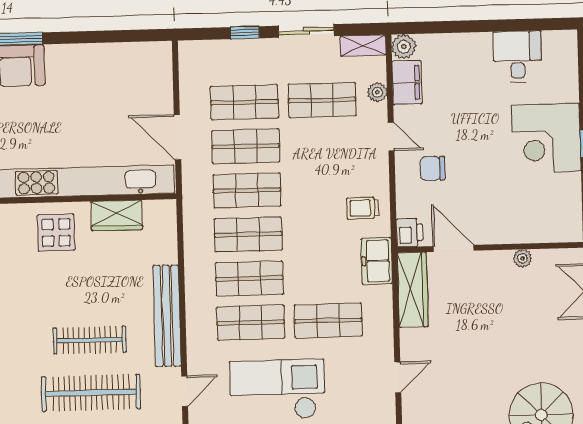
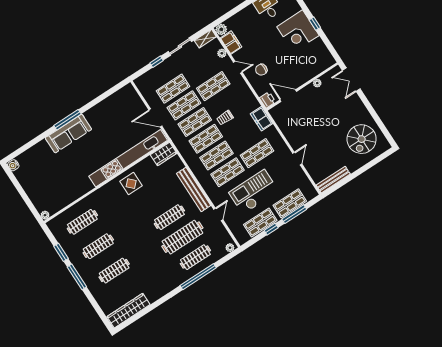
shop shelf: (322, 100) -> (213, 86), moved
trolley: (363, 208) -> (225, 118), moved
wardrobe: (117, 215) -> (164, 154), moved
wardrobe: (413, 290) -> (282, 121), removed

